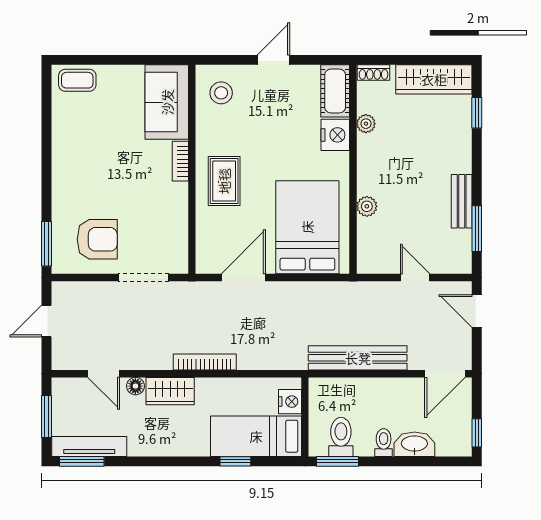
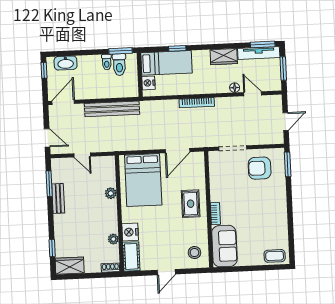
wardrobe: (434, 79) -> (70, 266), width x0.67
wardrobe: (170, 391) -> (224, 57), moved, turned 180
toilet: (384, 443) -> (107, 62), moved
washbasin: (414, 444) -> (66, 63), moved

